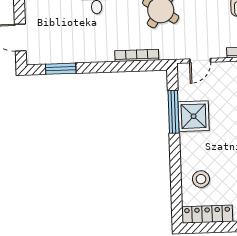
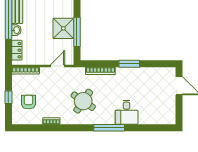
window: (61, 69) -> (129, 64), moved

